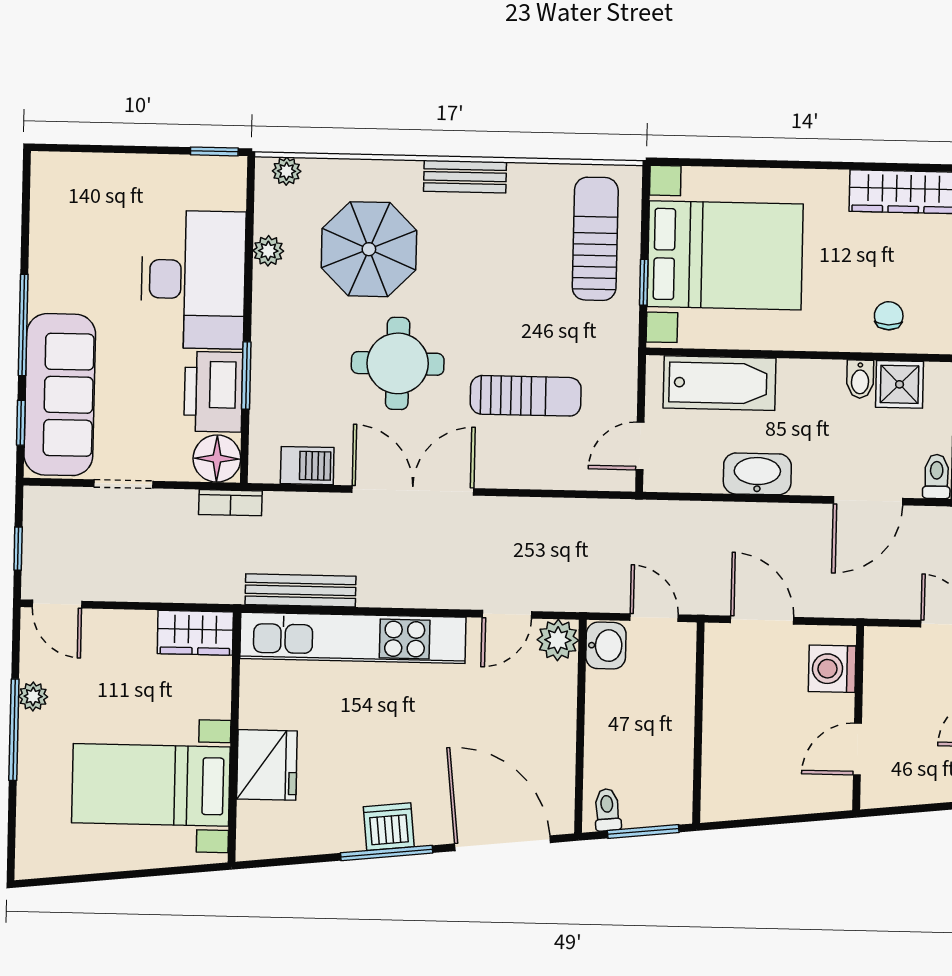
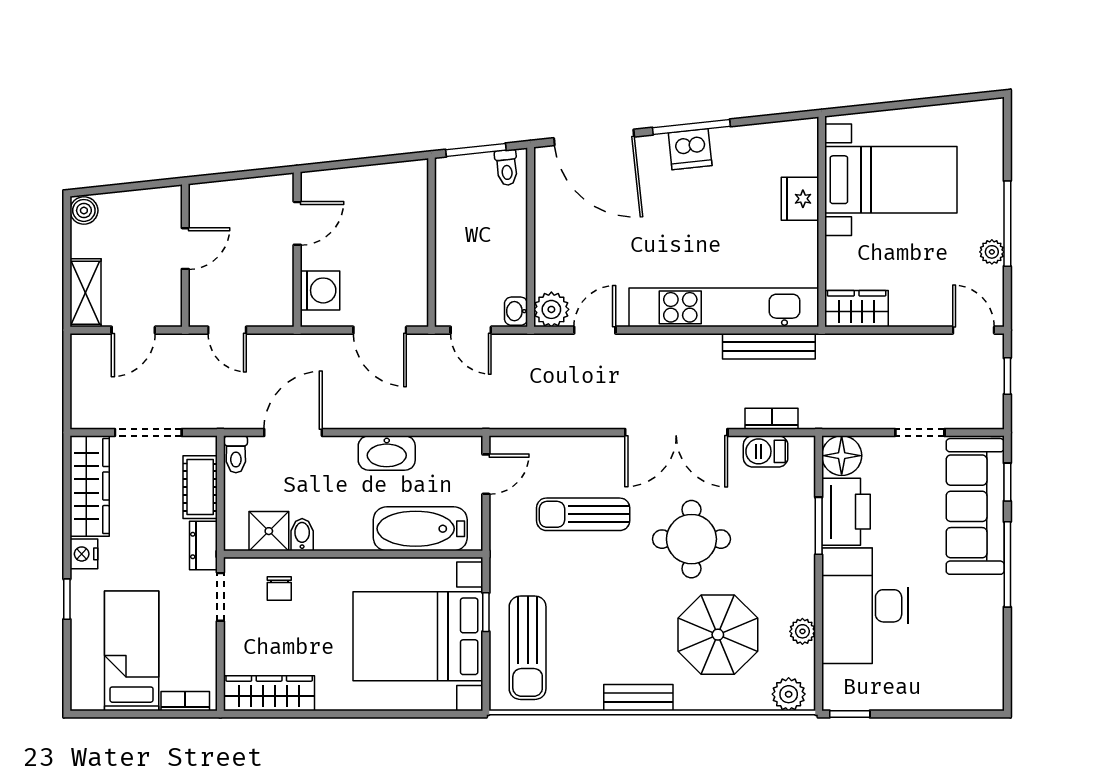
plant: (287, 171) -> (789, 694), width x1.38, depth x1.38
bookcase: (230, 503) -> (772, 419), moved
washbasin: (606, 646) -> (516, 311), width x0.72, depth x0.69
fridge: (267, 765) -> (800, 199), width x0.73, depth x0.75

